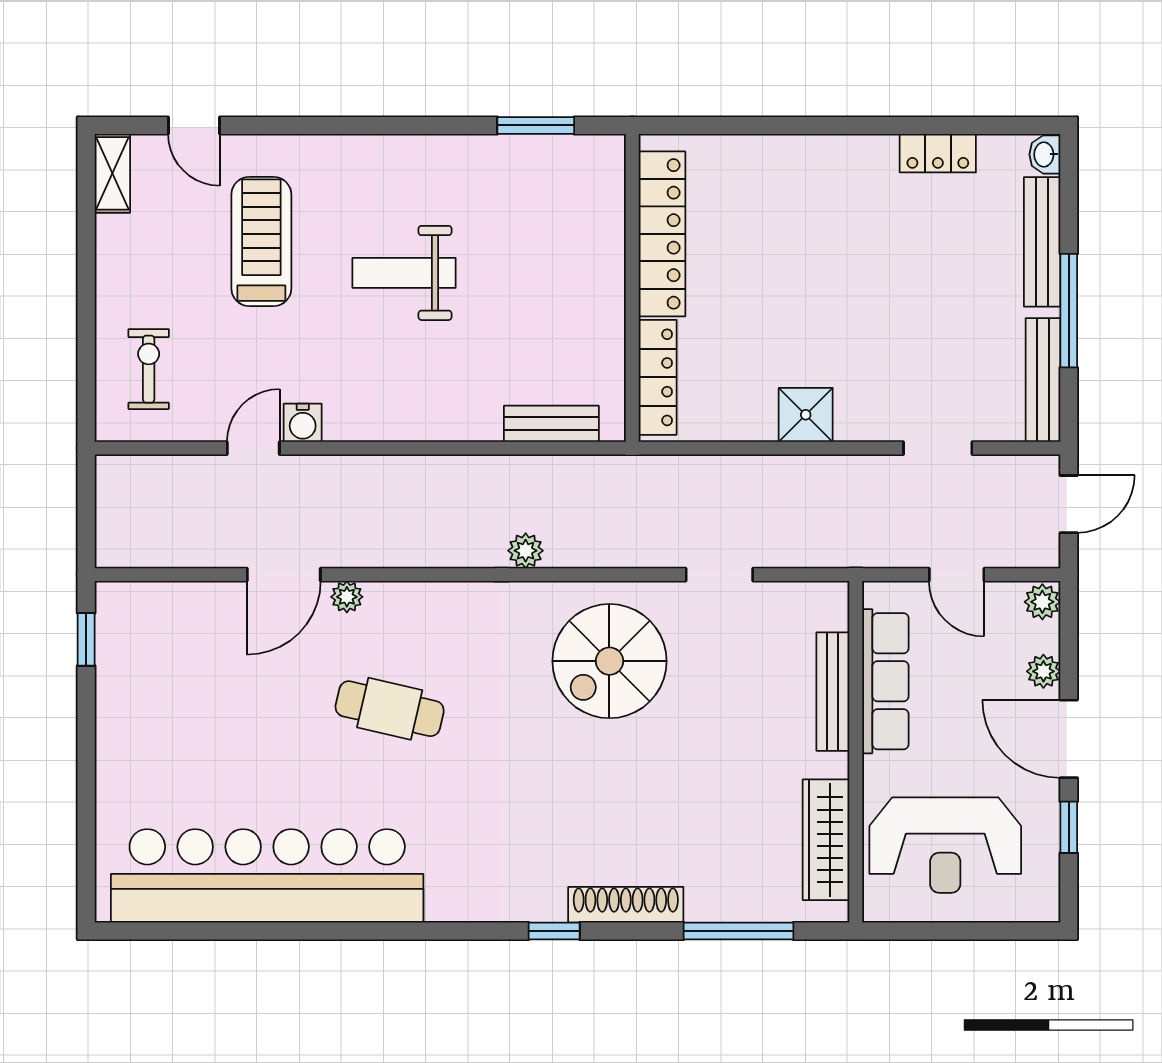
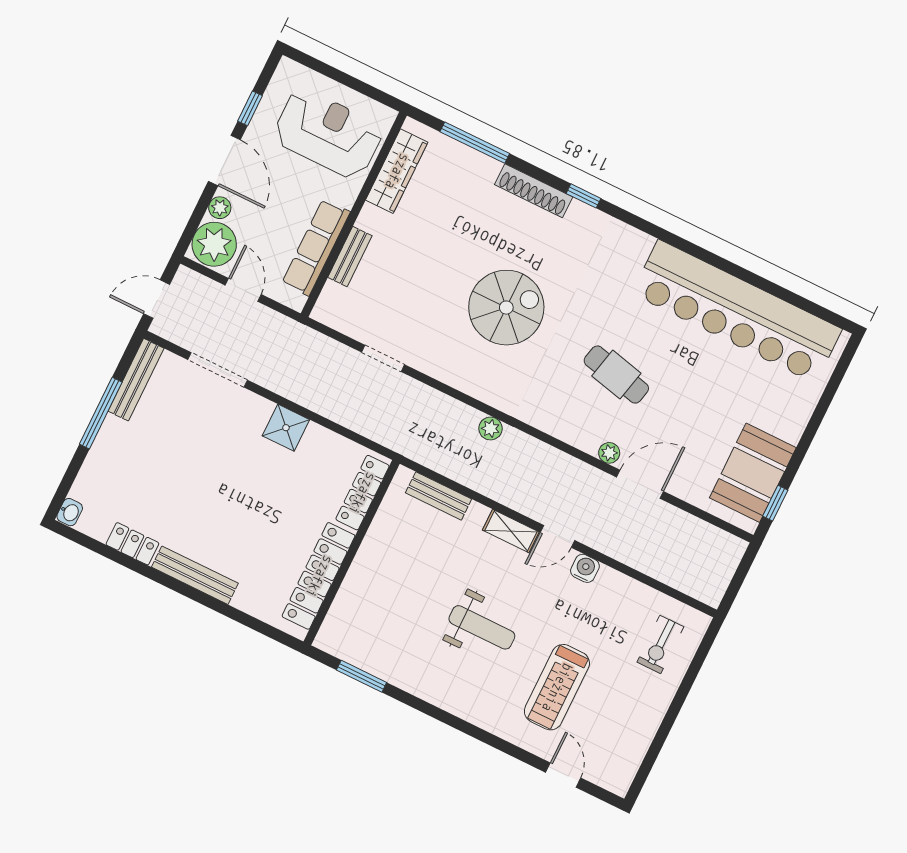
shelving: (112, 173) -> (511, 531), moved, turned 90
bench: (1042, 242) -> (195, 575), moved, turned 90
door: (253, 448) -> (558, 536), moved
doorway: (938, 448) -> (218, 370), width x1.38
plant: (1042, 602) -> (214, 244), width x1.87, depth x1.87
spiral stairs: (609, 661) -> (506, 308), moved
booth: (137, 666) -> (753, 473), added
bench: (833, 692) -> (350, 257), width x0.73

